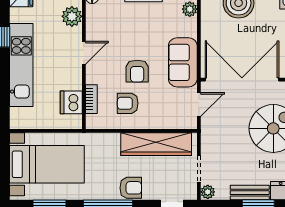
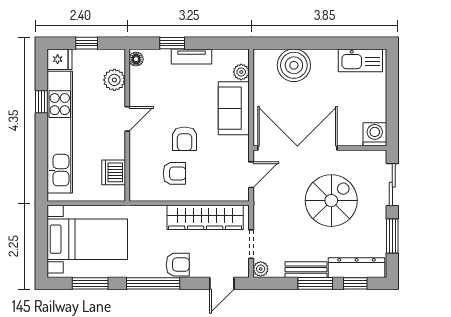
sofa: (183, 62) -> (234, 108), moved
kitchen unit: (21, 65) -> (60, 132), width x1.36
bookcase: (91, 99) -> (135, 169), removed
armchair: (128, 103) -> (174, 173), turned 180

